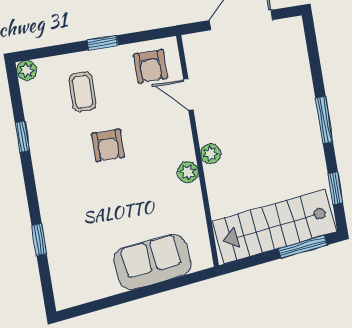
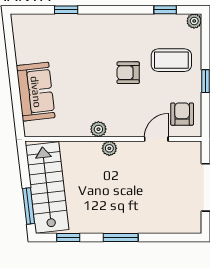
armchair: (150, 66) -> (182, 114), turned 90
coffee table: (82, 92) -> (171, 60), width x1.36, depth x1.30
window: (22, 137) -> (165, 10), moved

